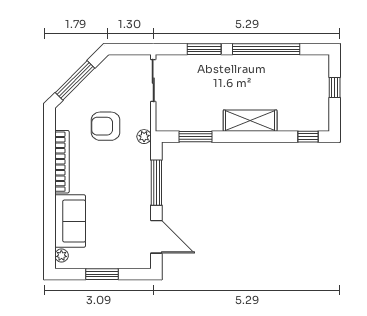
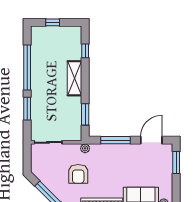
window: (308, 137) -> (85, 51), moved
window: (102, 274) -> (176, 162), moved

